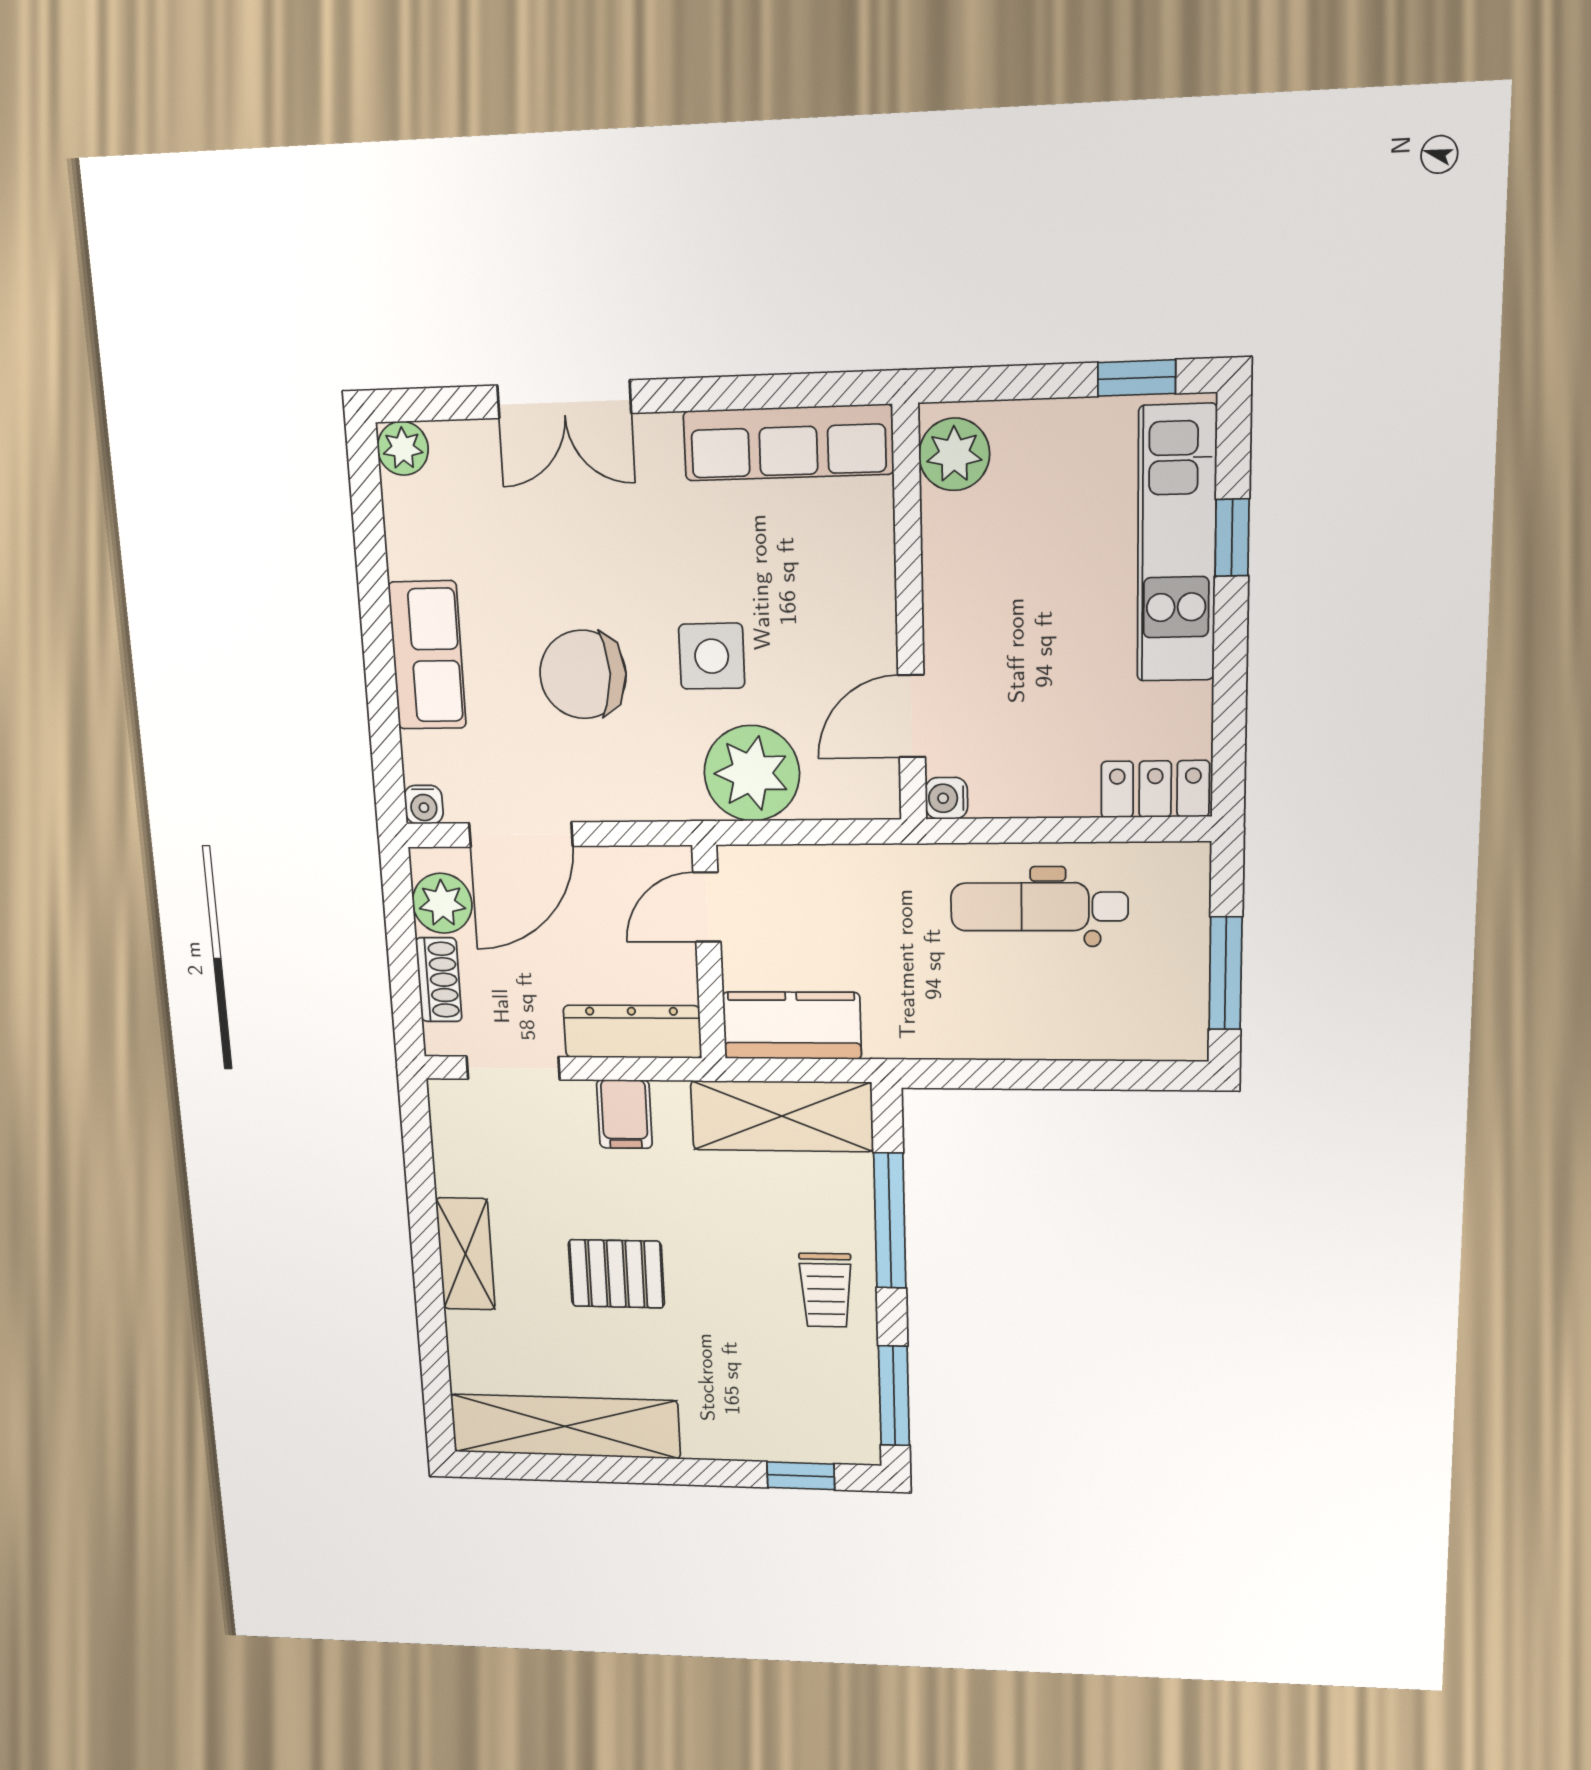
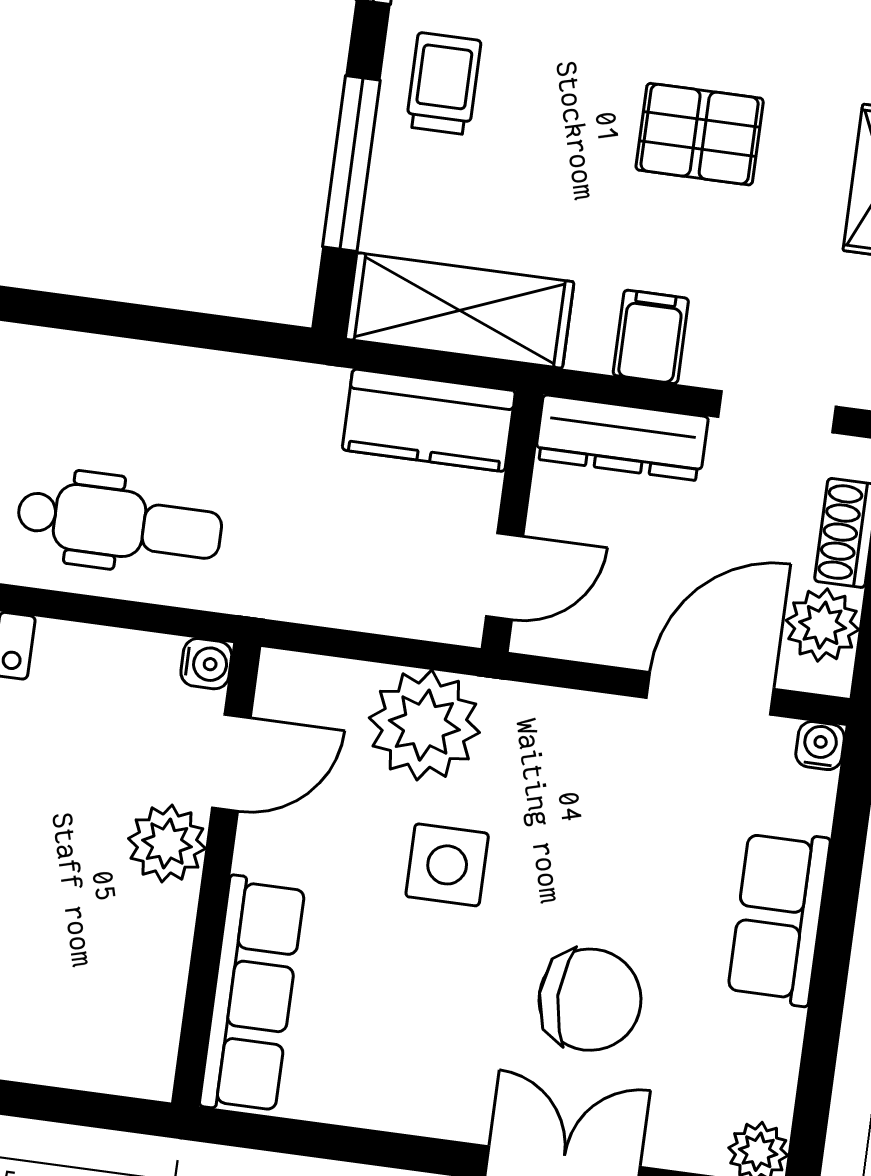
row of seats: (788, 443) -> (252, 995), moved, turned 90
plant: (954, 454) -> (167, 844), moved
chair: (583, 674) -> (590, 1000), moved

